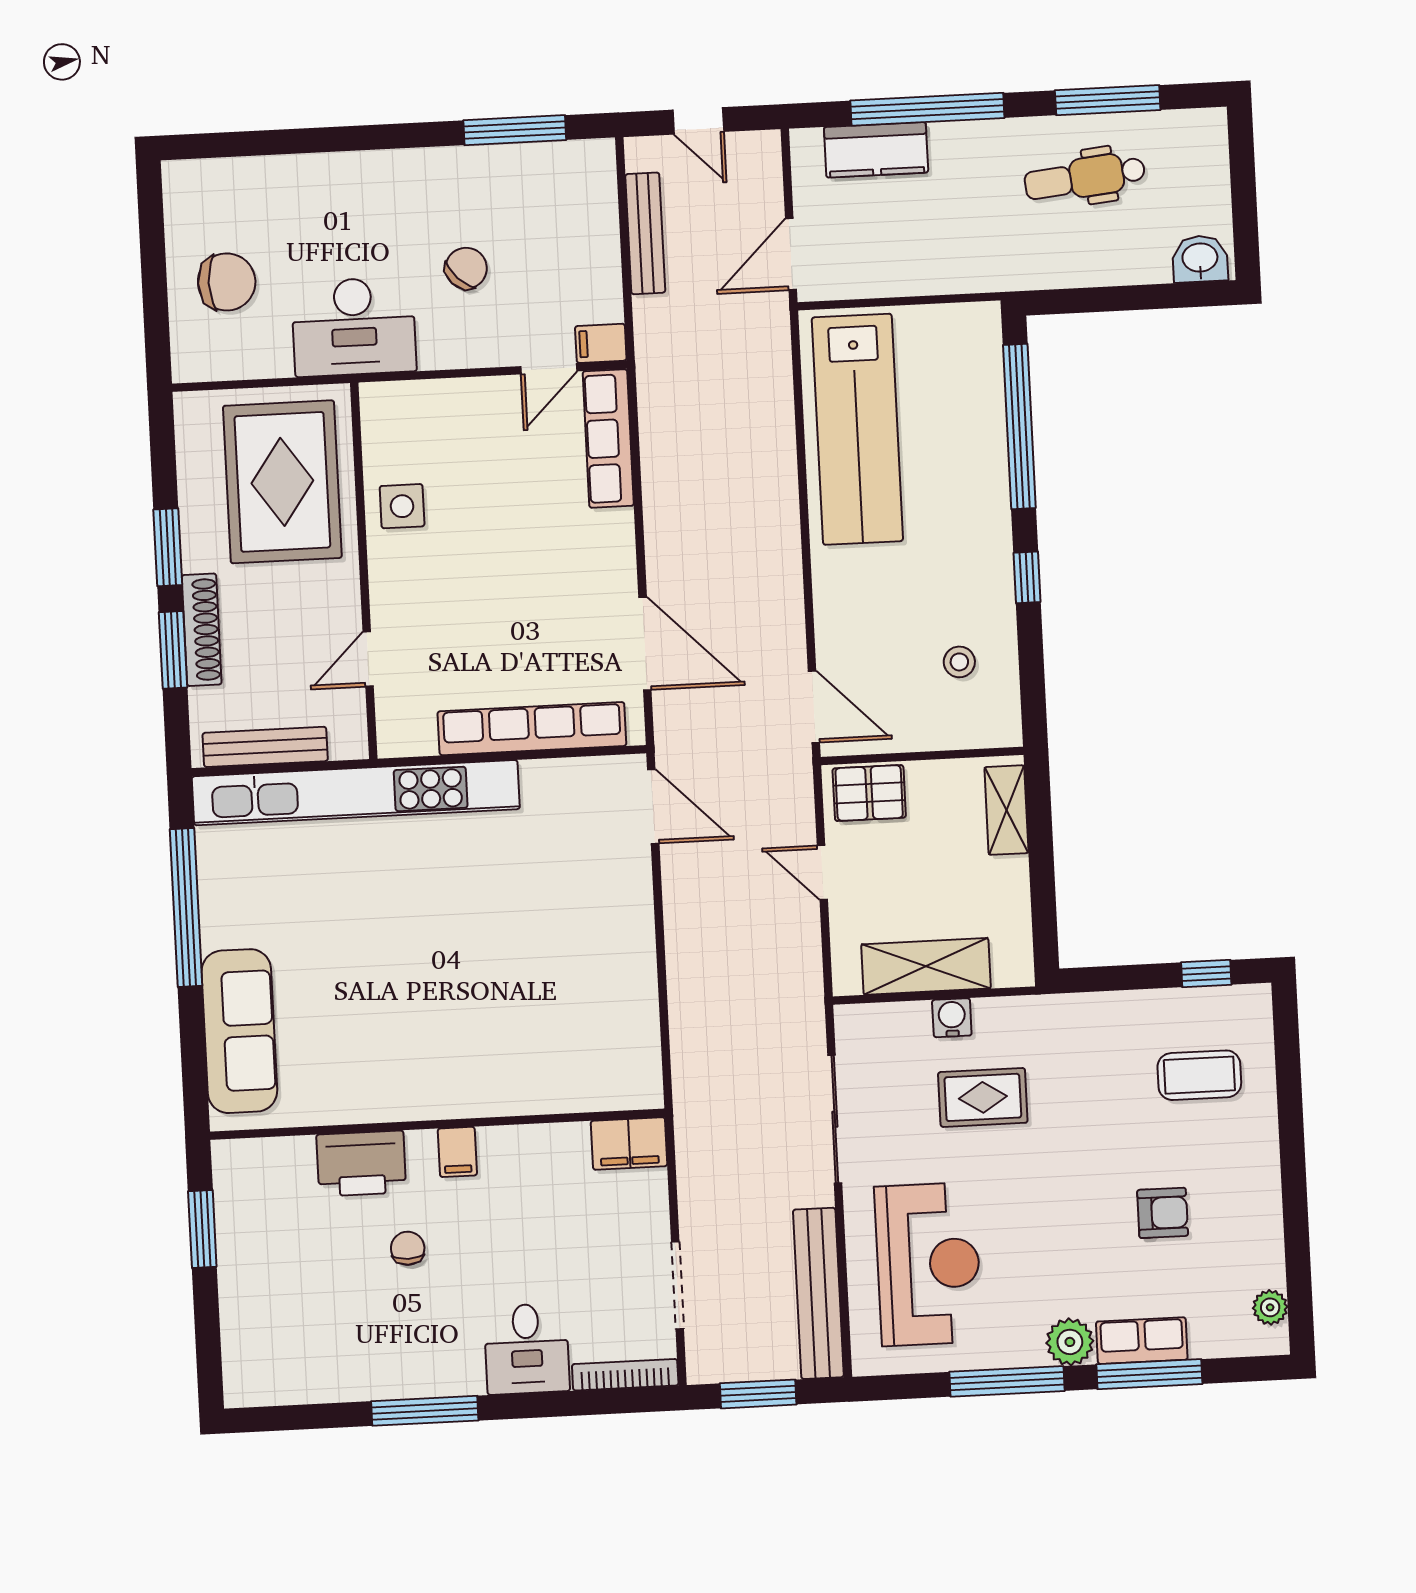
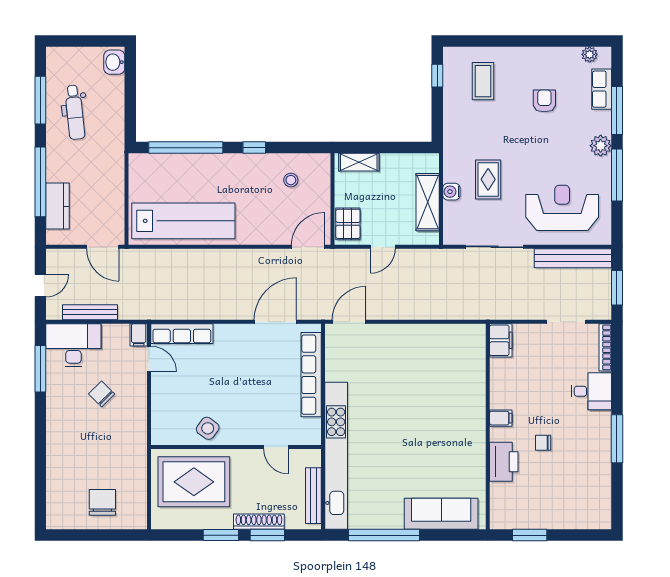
desk: (354, 327) -> (73, 345), moved, turned -90
side table: (402, 506) -> (208, 428), turned 36
row of seats: (1142, 1341) -> (602, 89), moved

